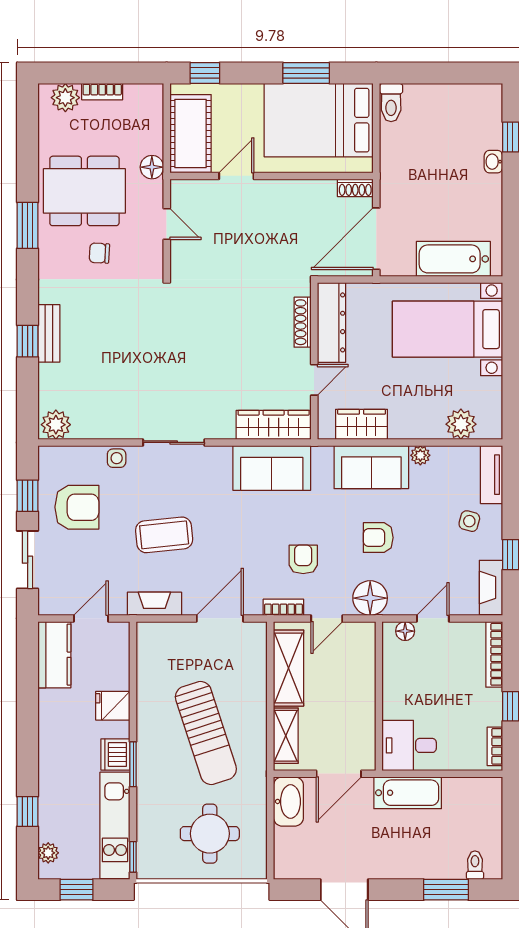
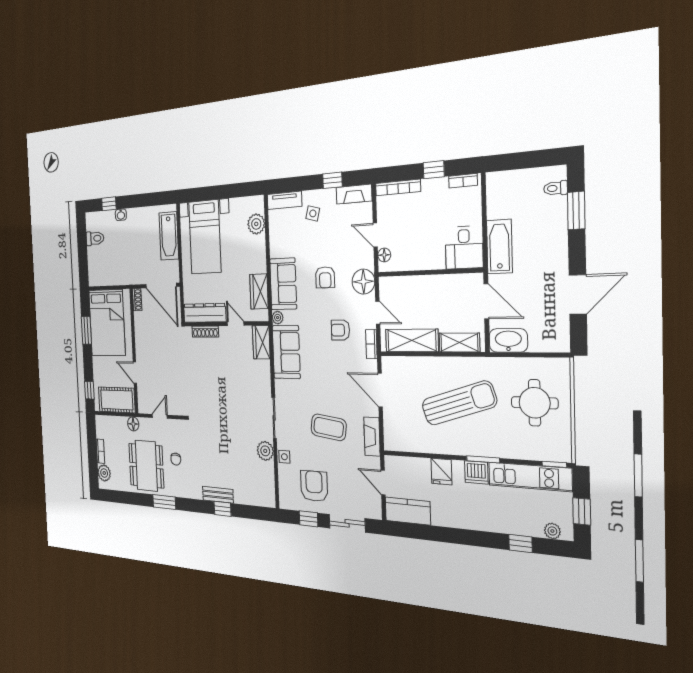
toilet: (391, 102) -> (95, 238), moved
plant: (56, 425) -> (265, 451), moved
wardrobe: (274, 425) -> (261, 342), width x0.67
plant: (420, 455) -> (278, 318), moved
coffee table: (164, 535) -> (329, 427), turned -76

